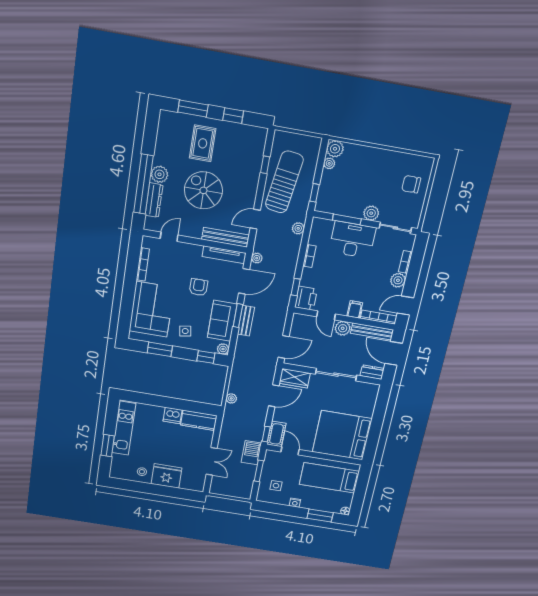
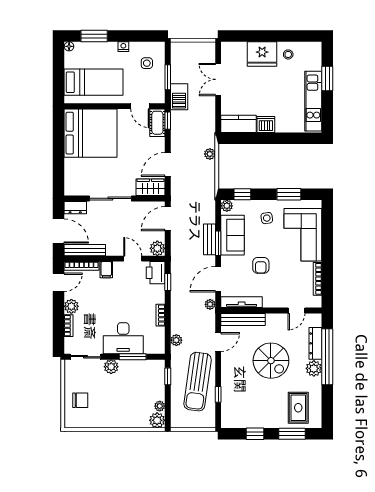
rug: (203, 143) -> (298, 408), moved
plant: (343, 328) -> (157, 248), moved

